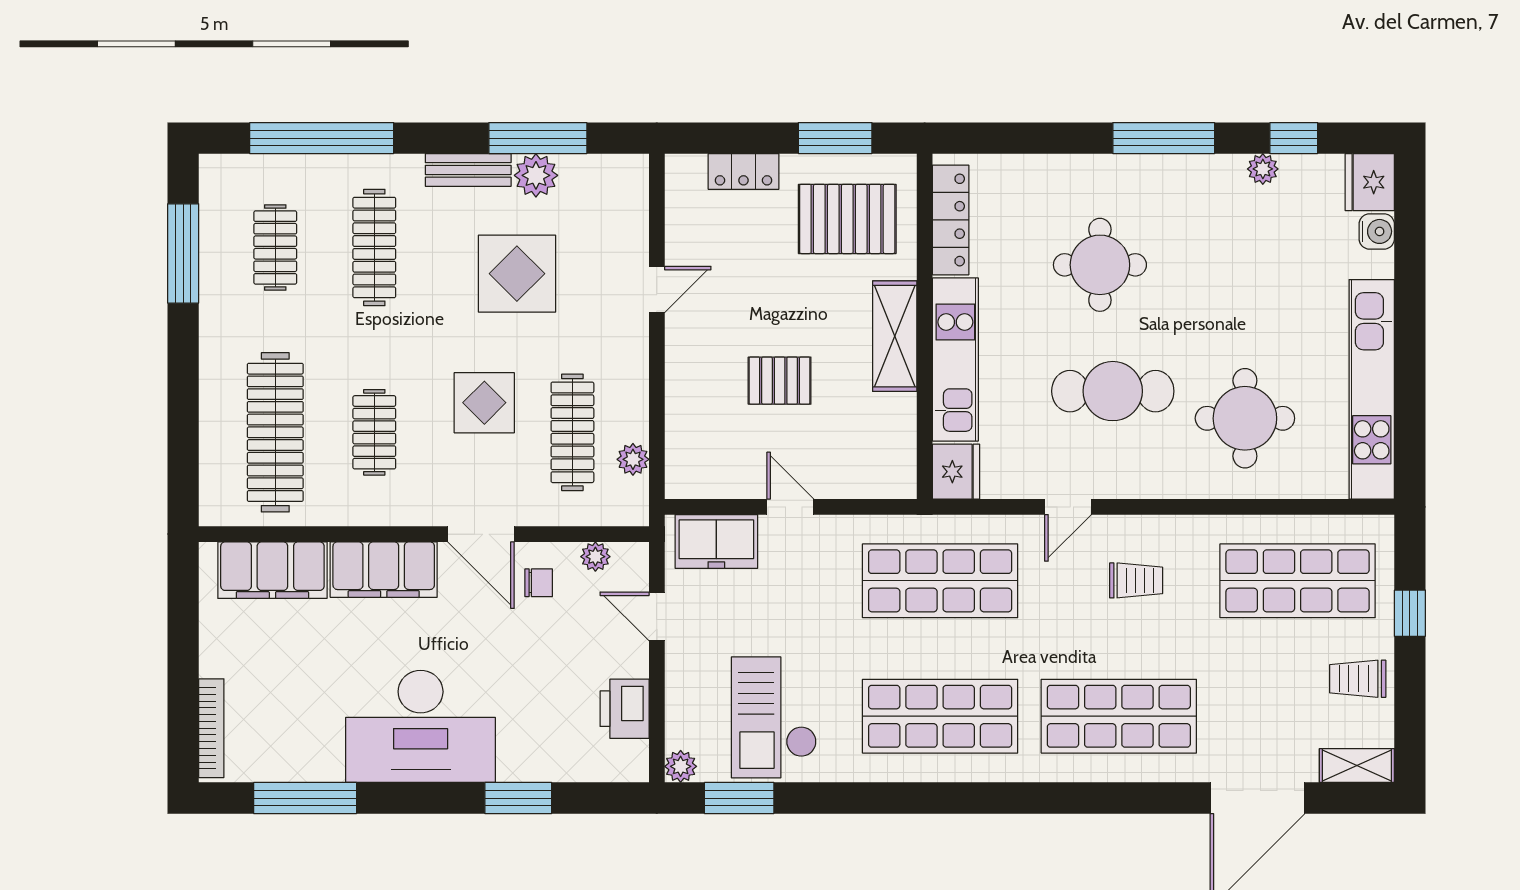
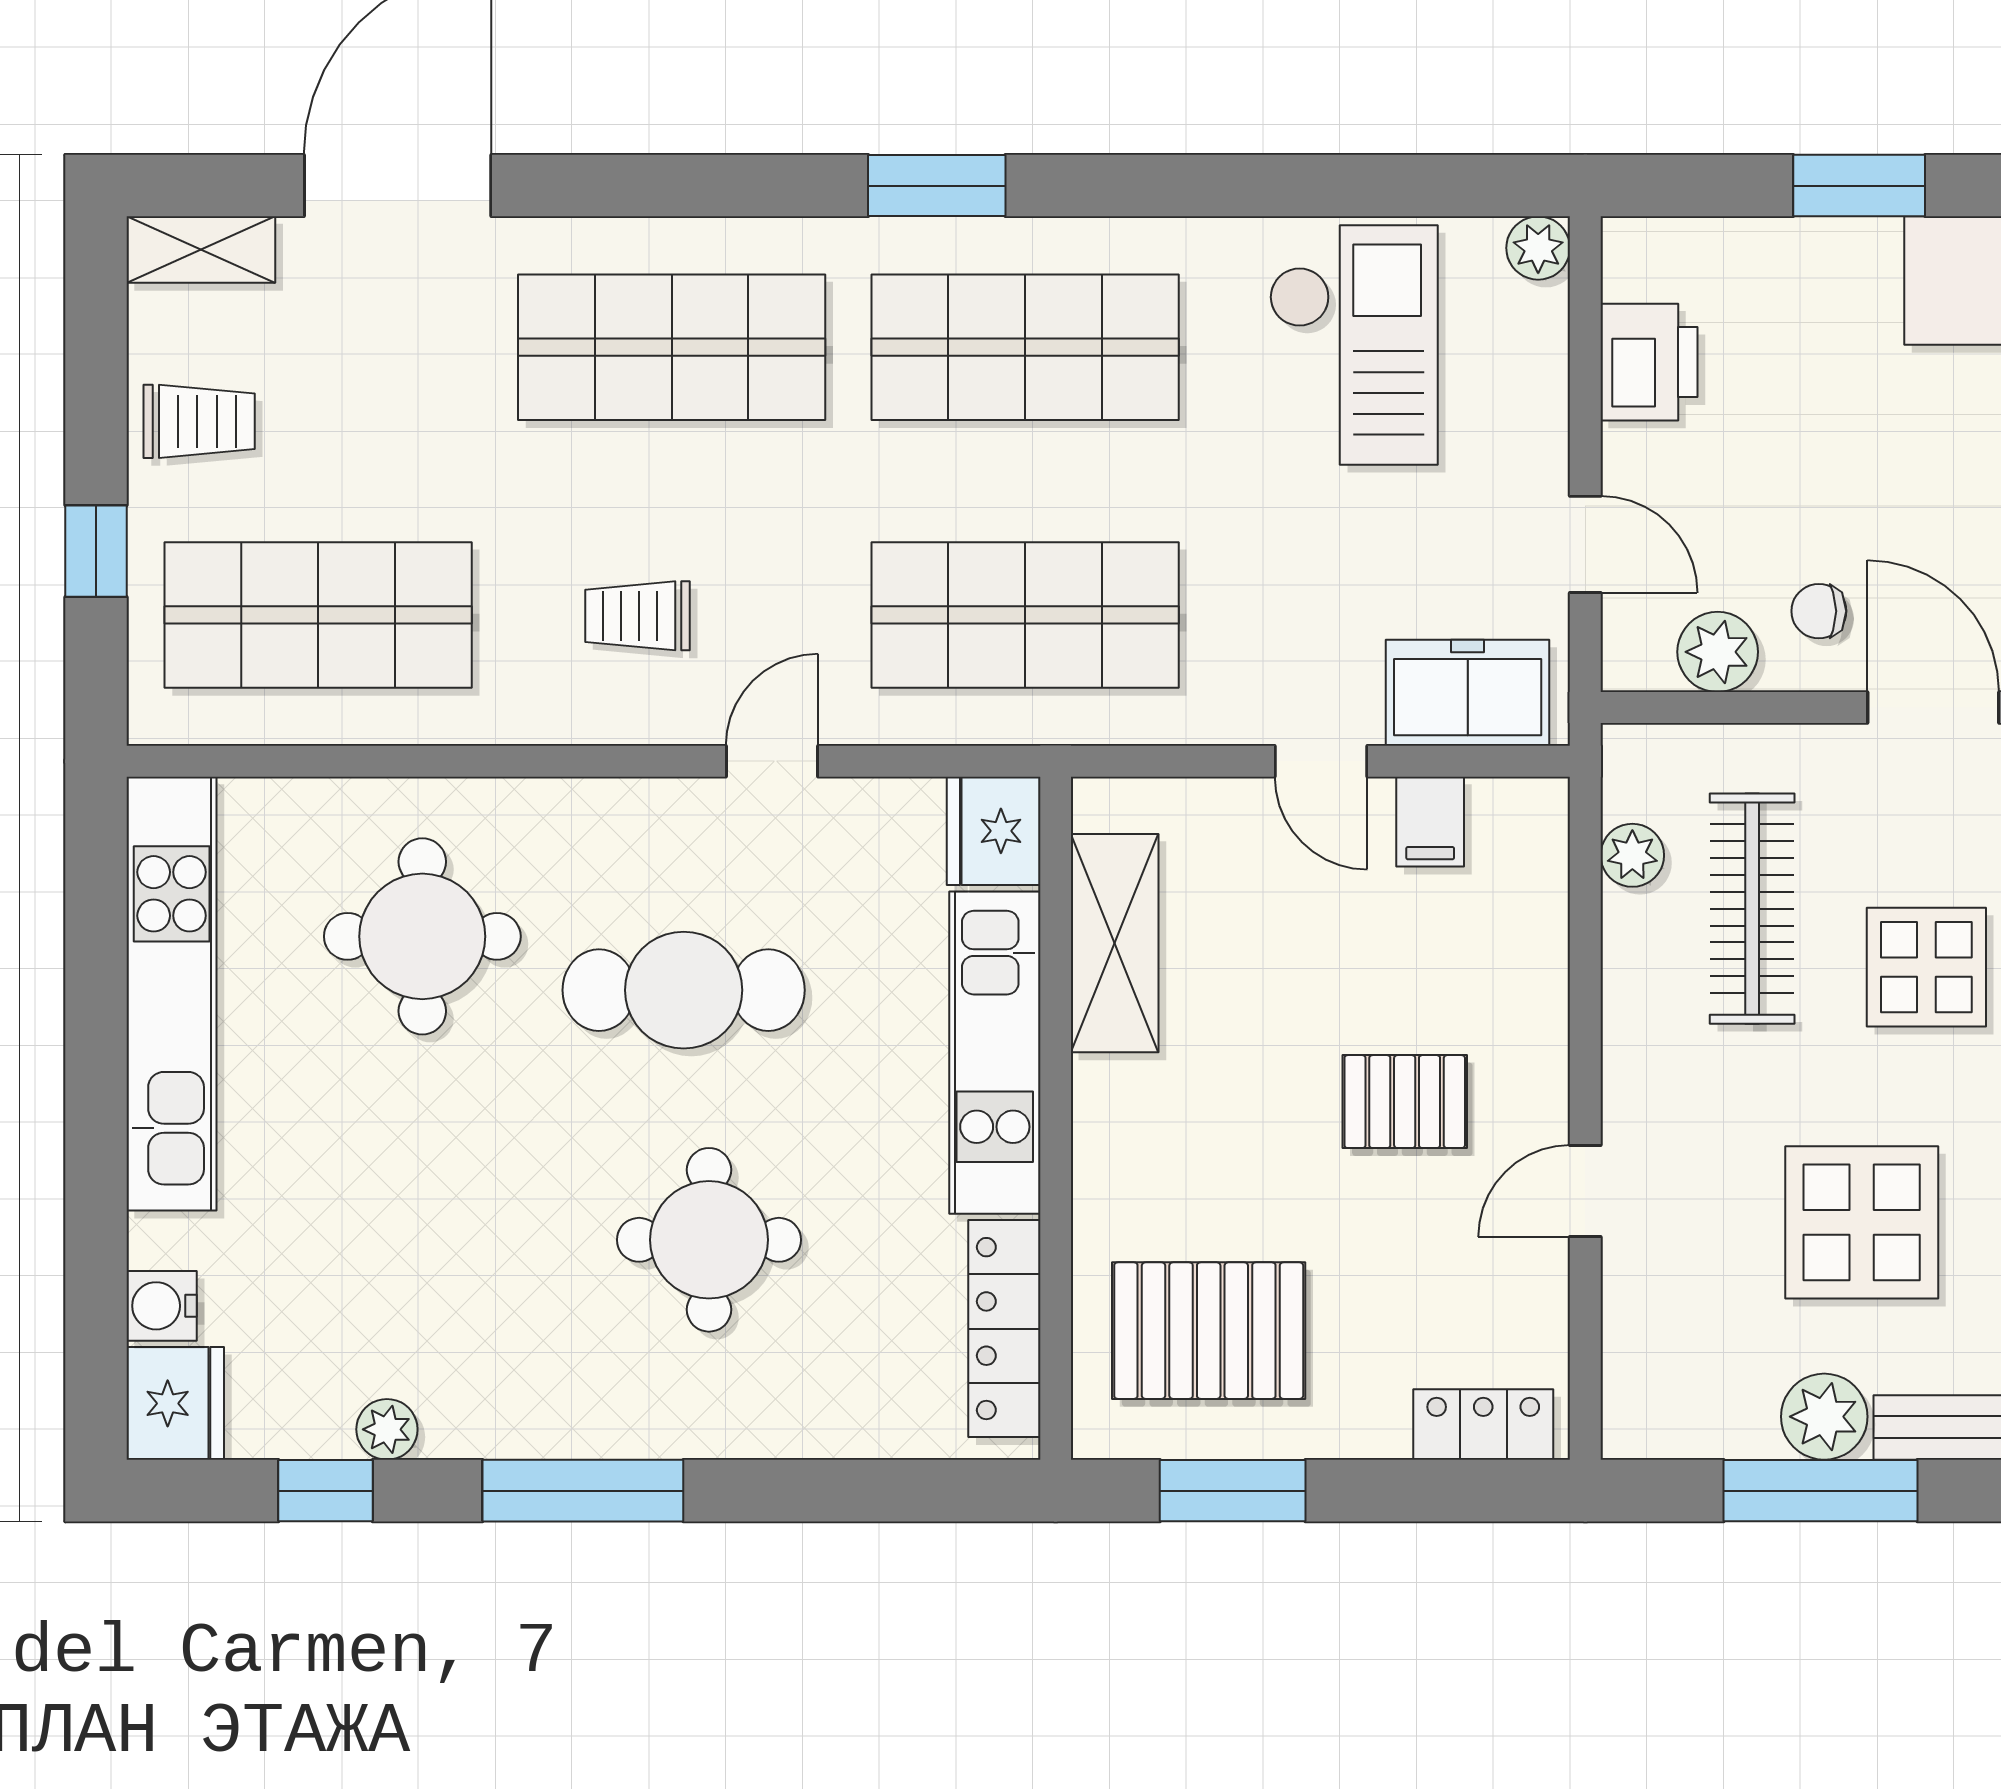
locker: (743, 171) -> (1483, 1425), moved
shelving: (895, 336) -> (1115, 943), moved
pallet: (780, 381) -> (1405, 1102), moved
filing cabinet: (735, 476) -> (1430, 822), added
plant: (595, 557) -> (1718, 652), width x1.38, depth x1.38
window: (739, 798) -> (937, 186), moved

